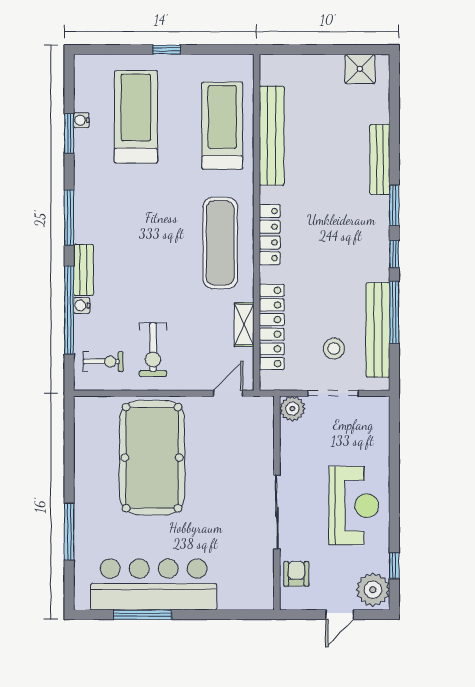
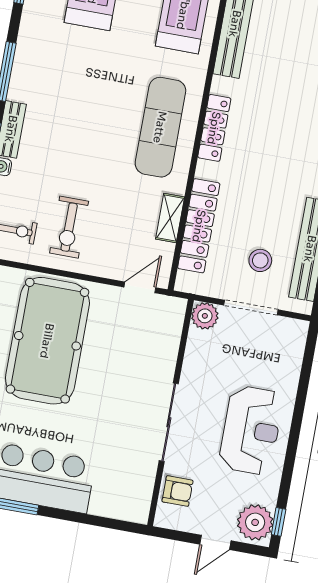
window: (394, 566) -> (279, 522), moved
armchair: (296, 574) -> (177, 491), turned 90

